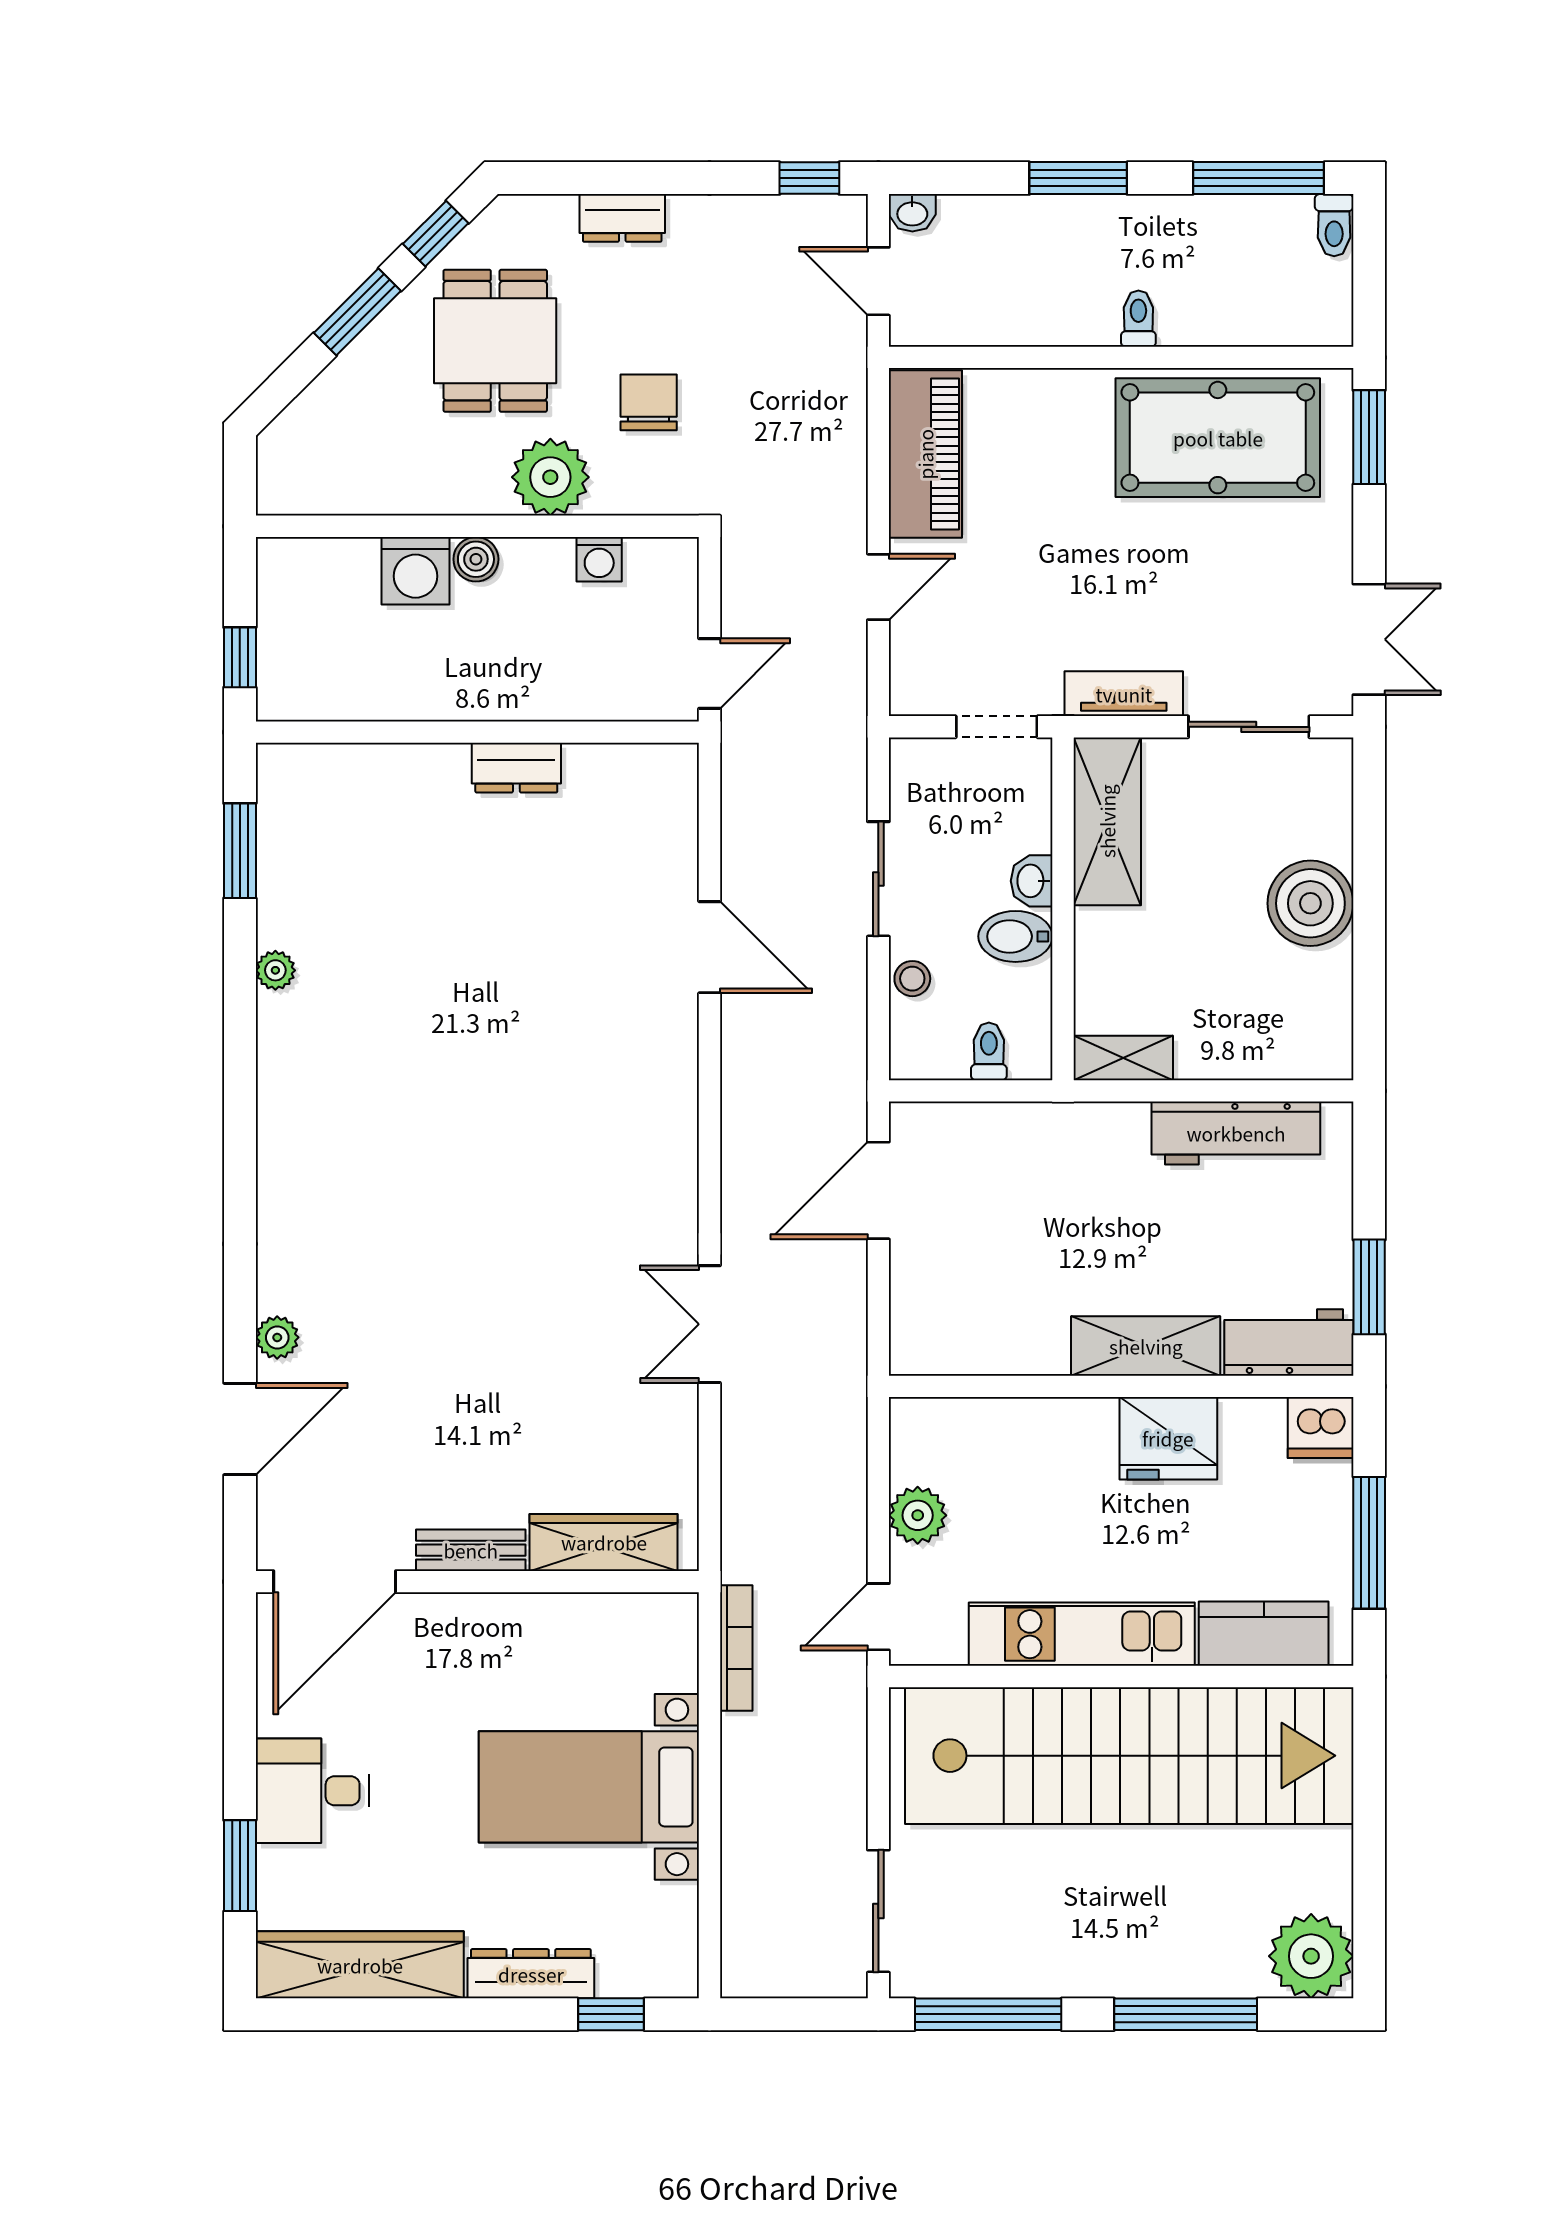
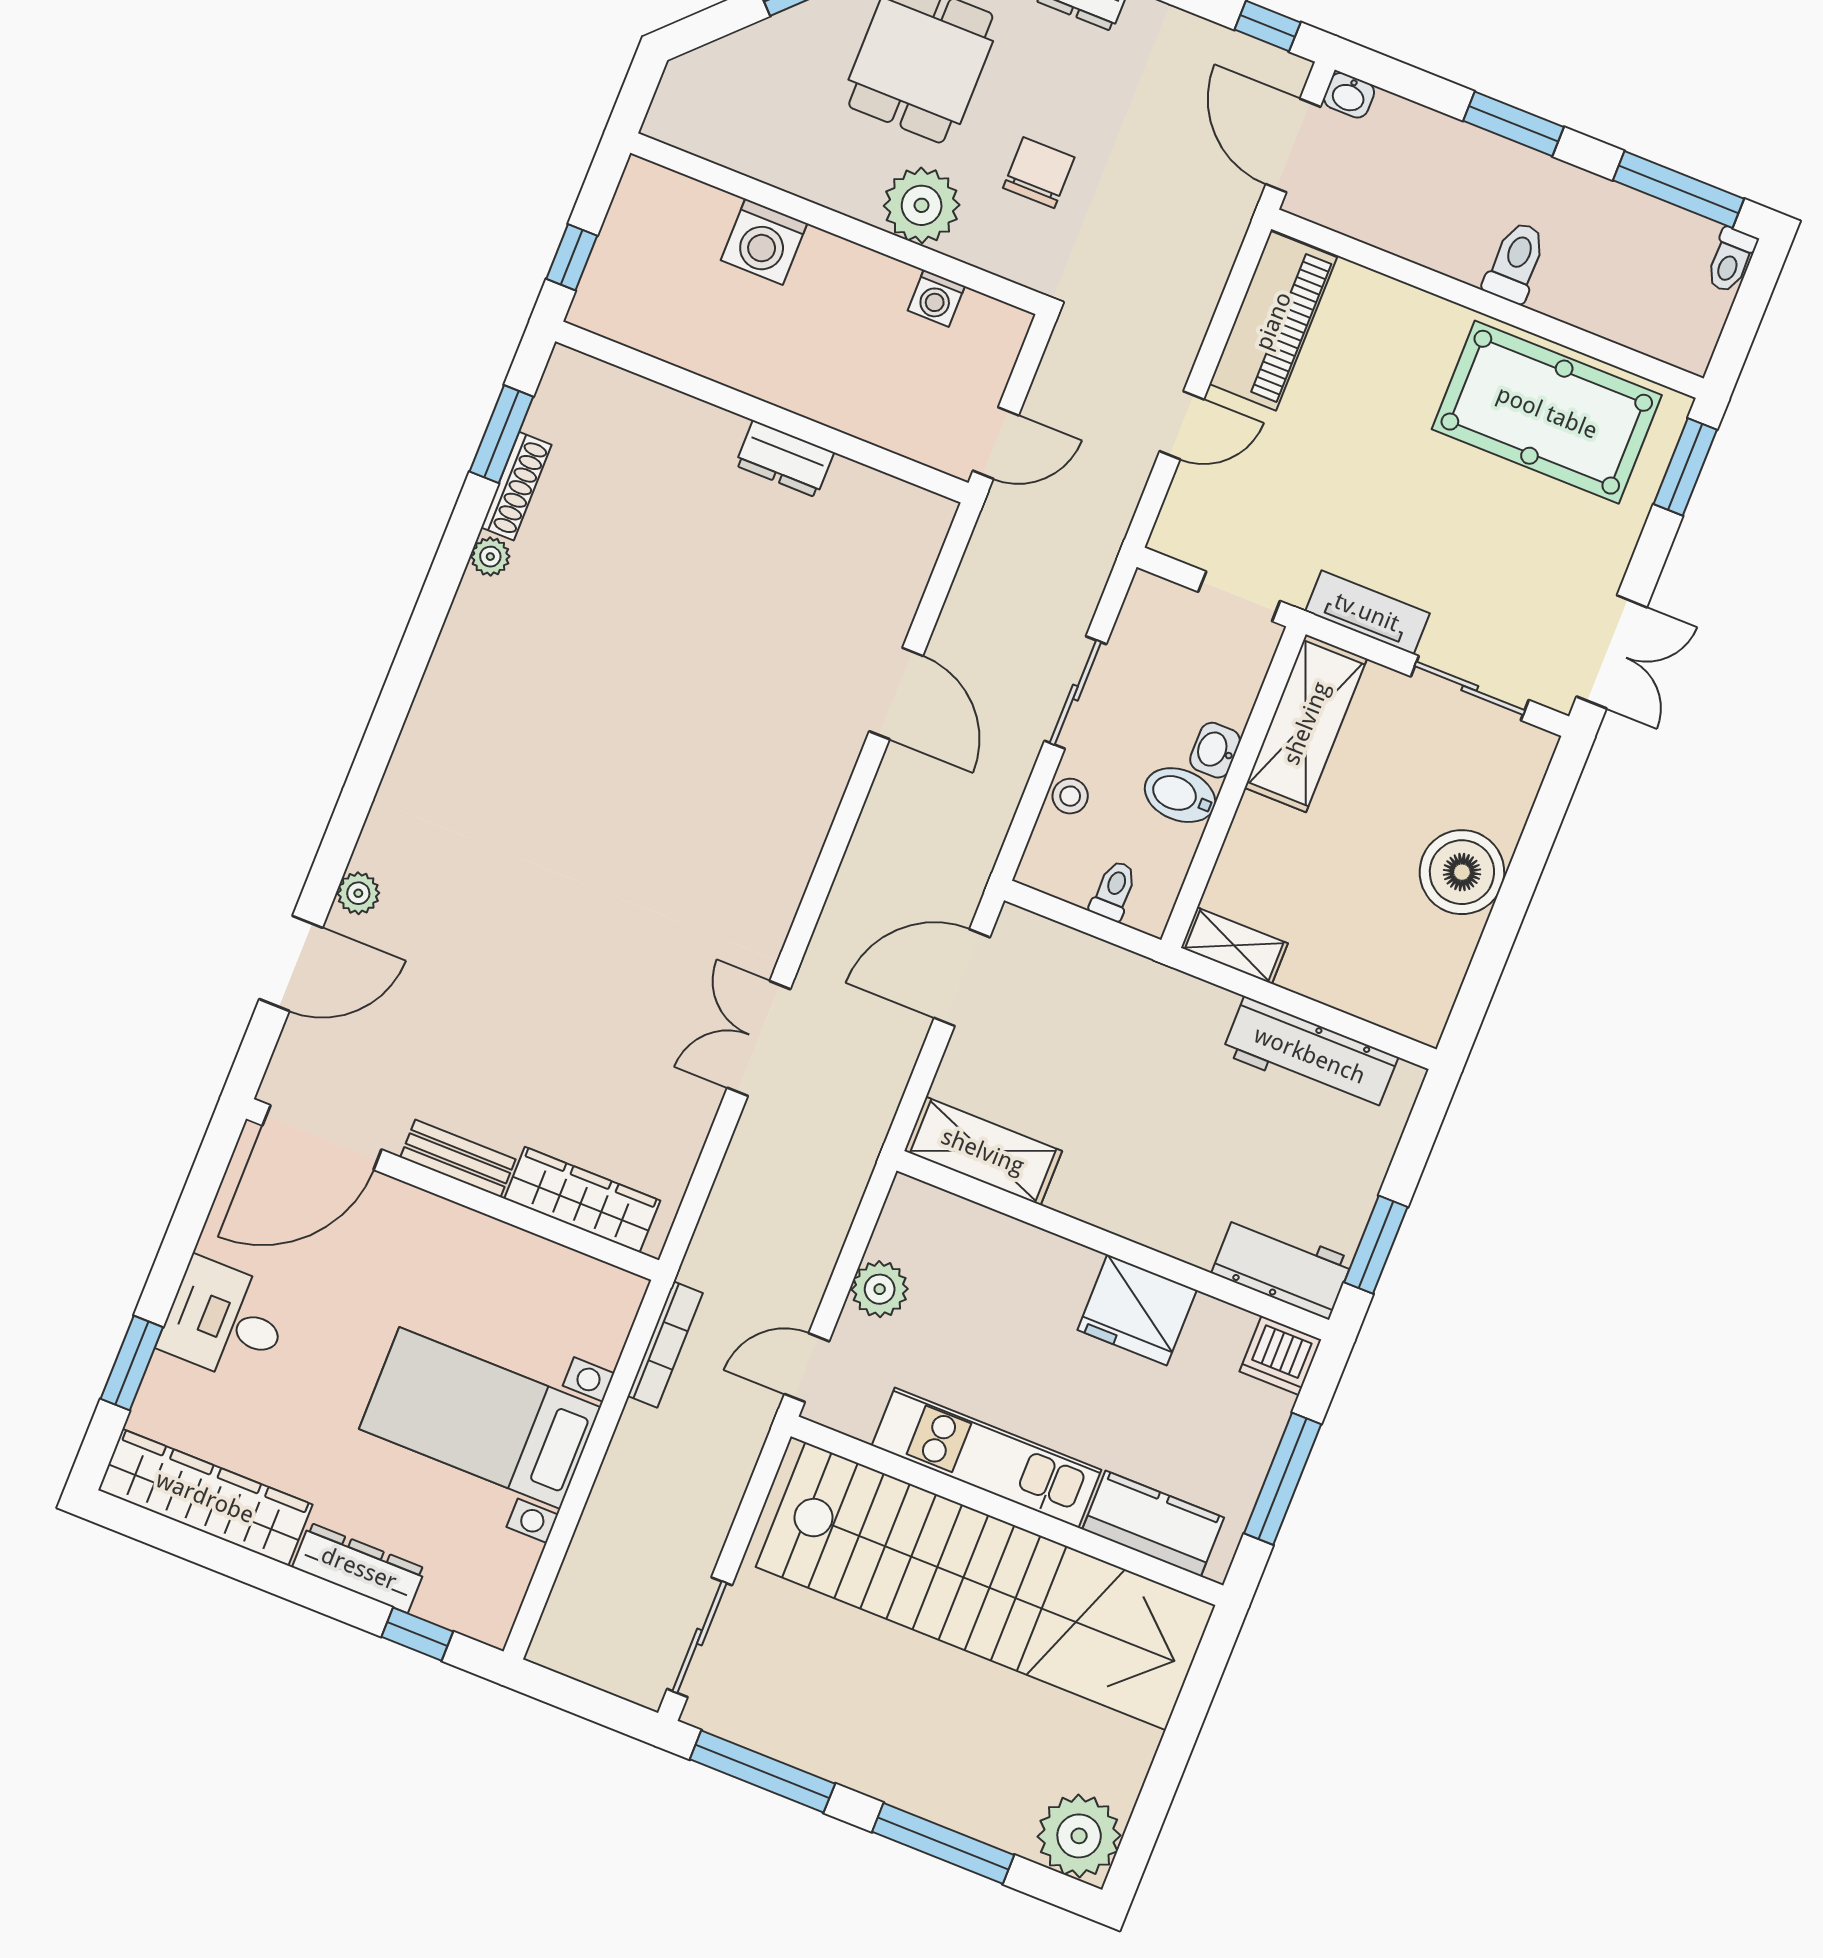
door: (878, 281) -> (1293, 145), width x1.38
toilet: (1138, 319) -> (1515, 262), width x1.37, depth x1.39
boiler: (476, 559) -> (824, 253), removed
shoe rack: (274, 894) -> (516, 486), added
shelving: (1146, 1346) -> (983, 1151), moved

